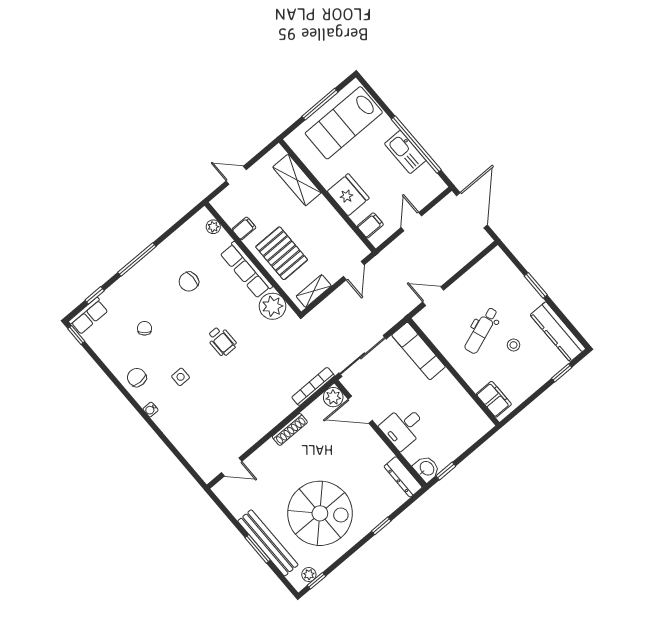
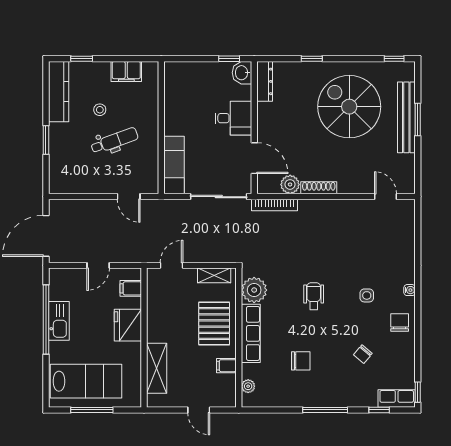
chair: (137, 377) -> (400, 323), turned 180
plant: (333, 397) -> (290, 184), moved
filing cabinet: (494, 399) -> (126, 72), moved, turned -90
plant: (309, 575) -> (396, 68), removed

